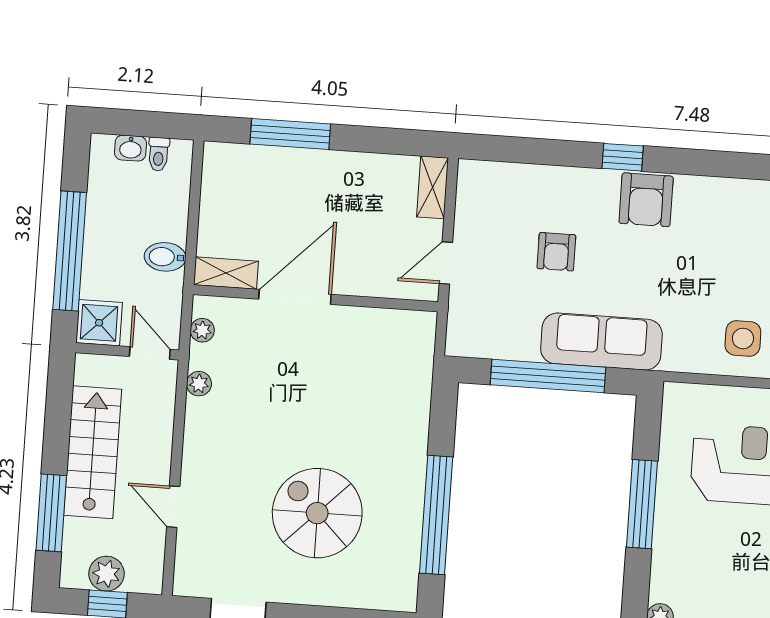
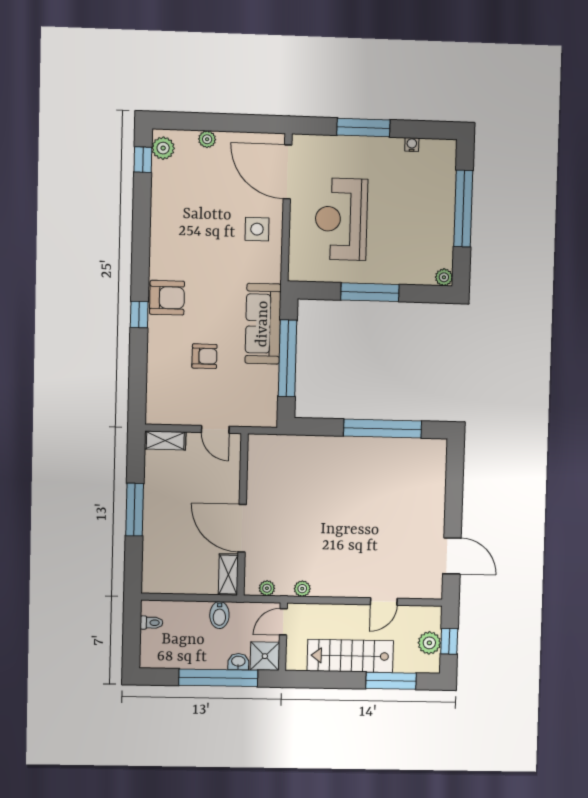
window: (290, 134) -> (135, 510), moved
washbasin: (131, 148) -> (238, 662), moved, turned -90
spiral stairs: (317, 513) -> (384, 507), removed

